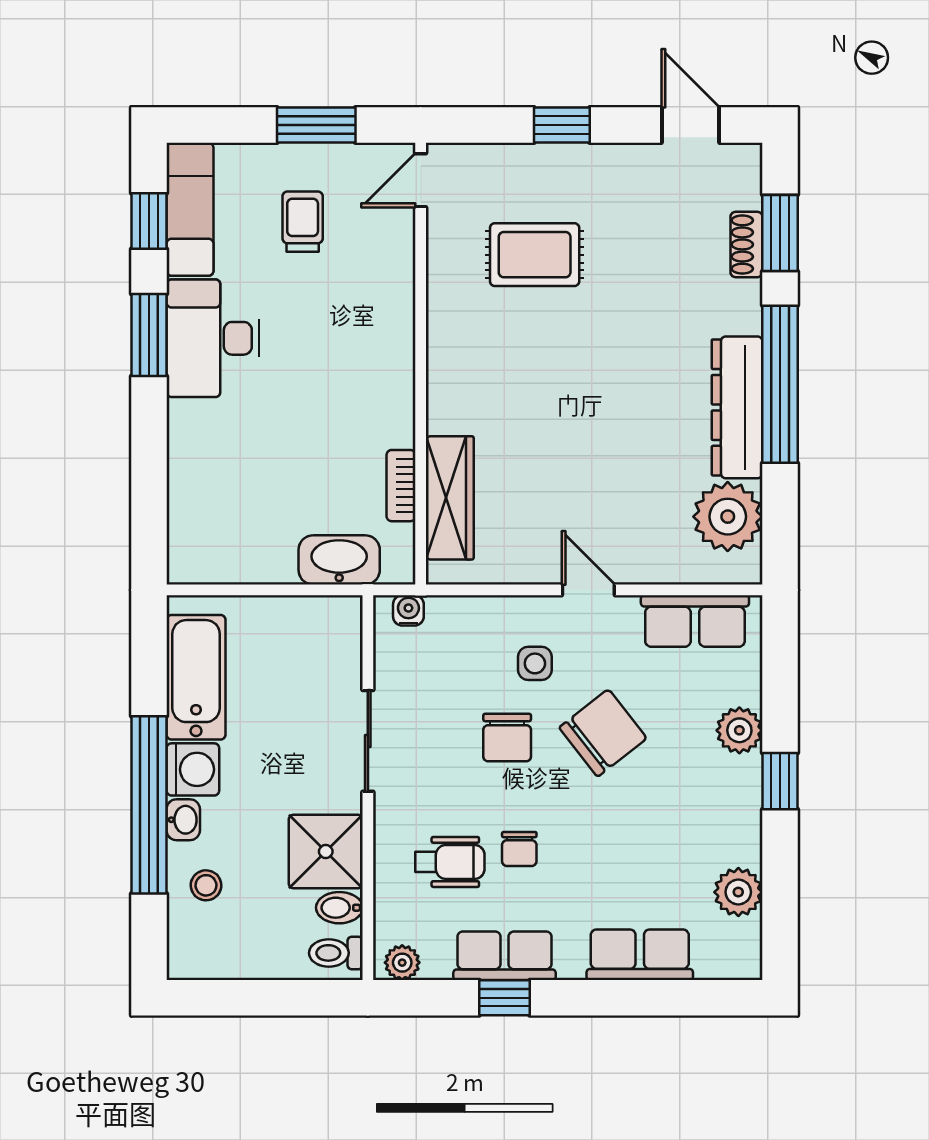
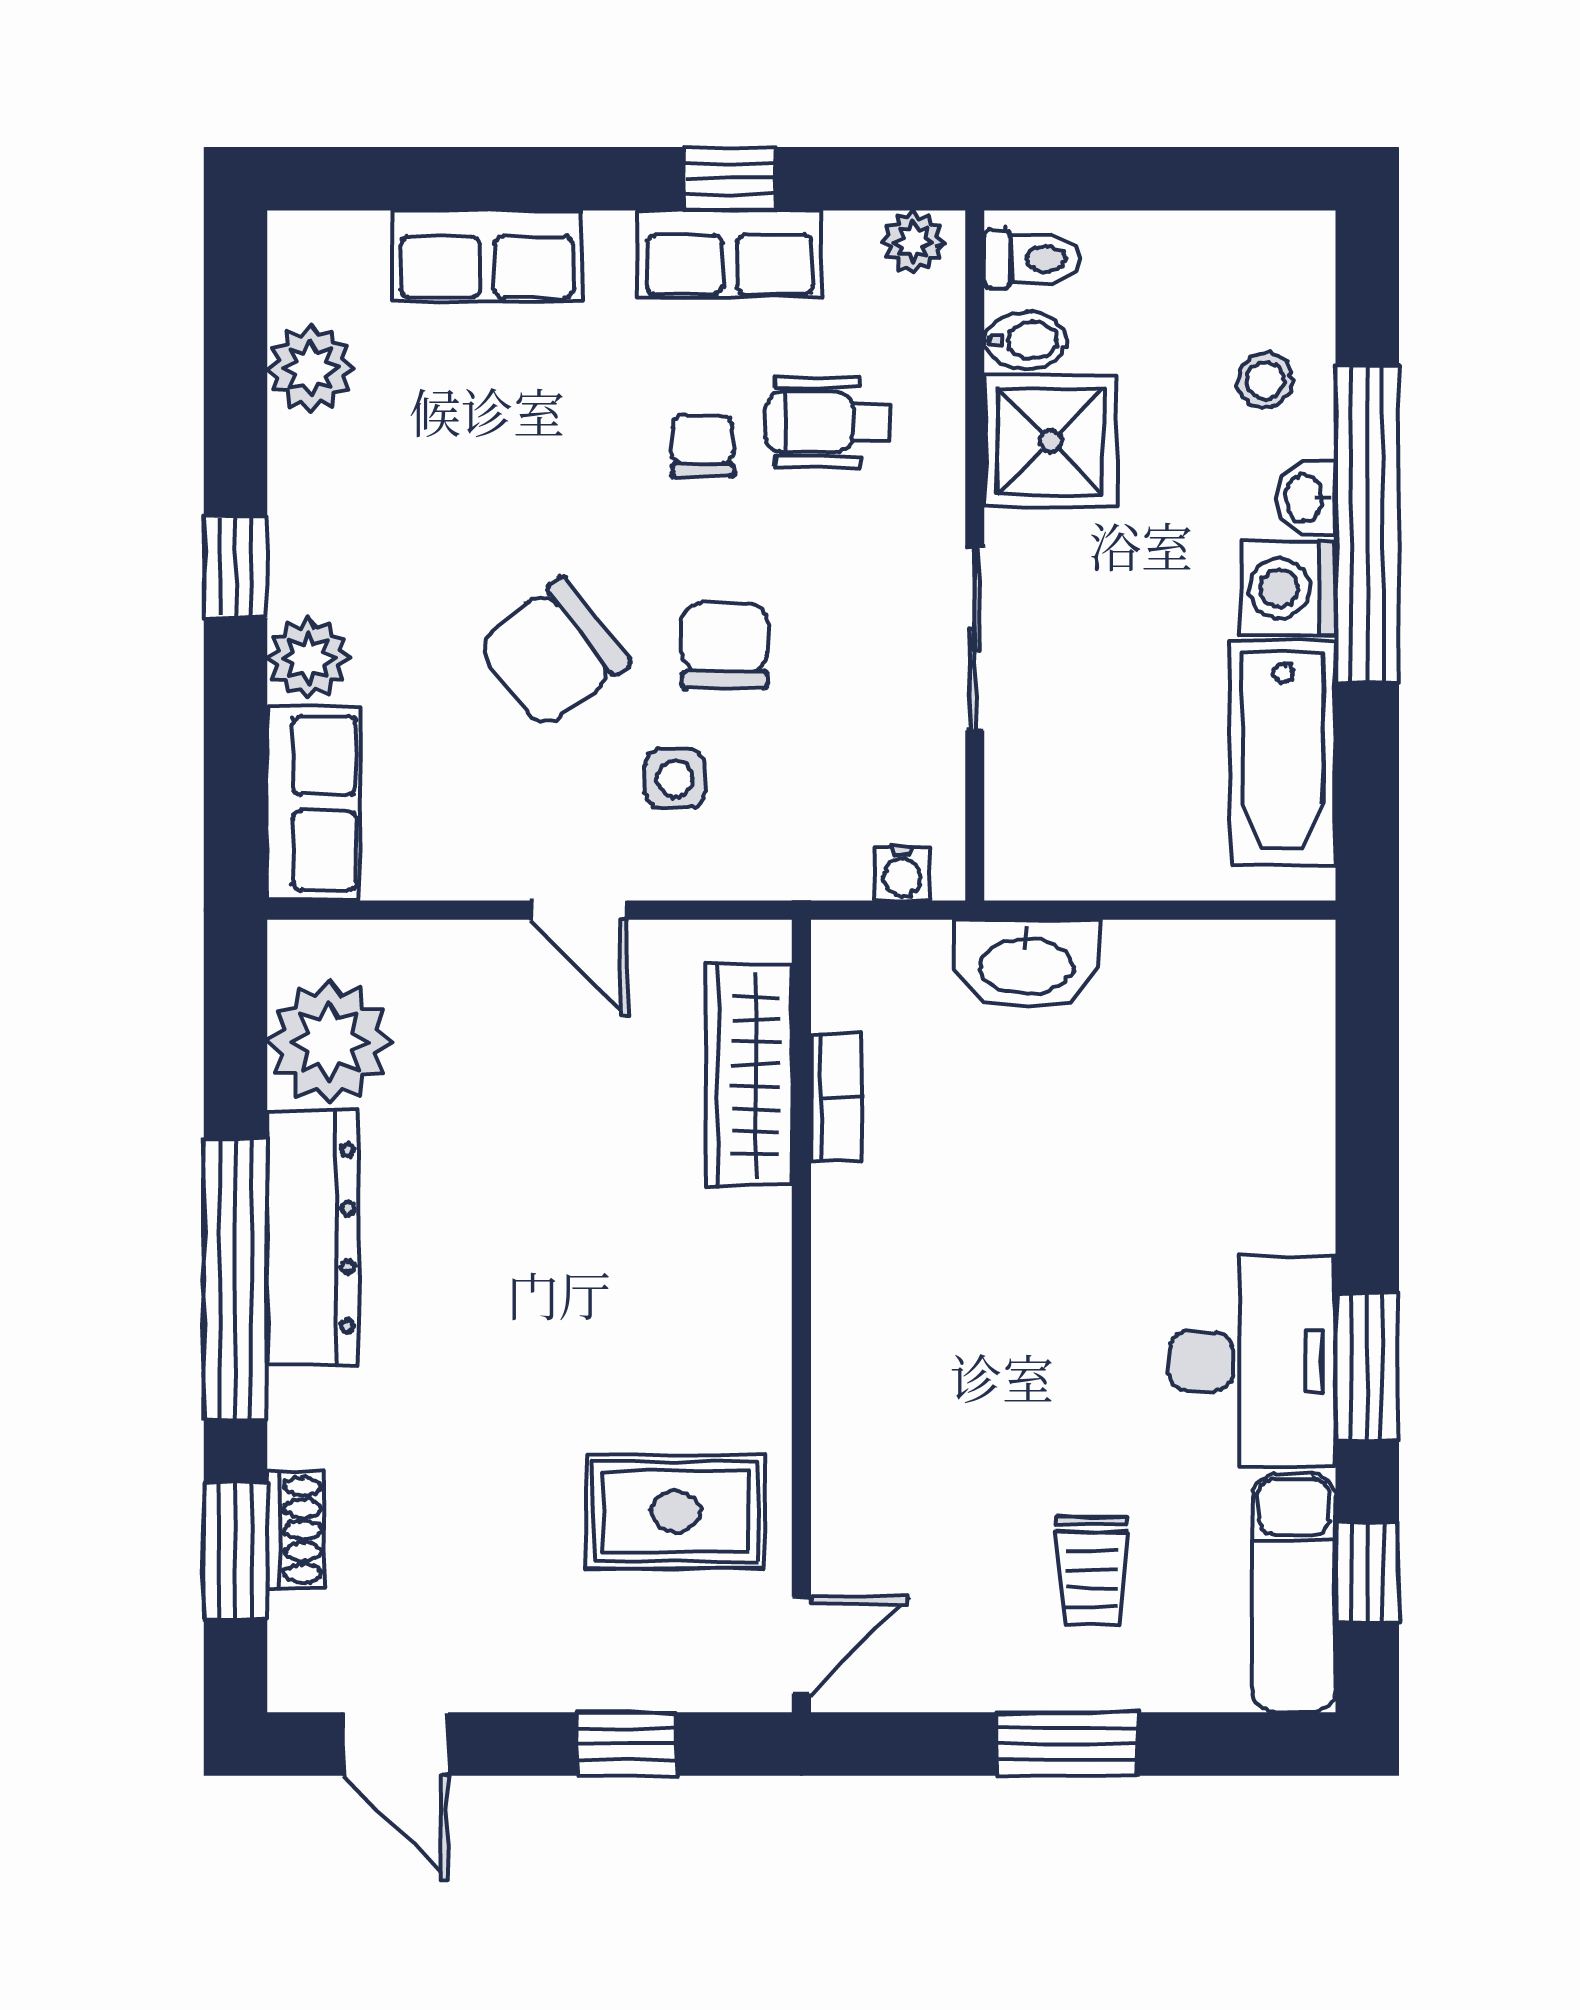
door: (421, 180) -> (801, 1645), moved
wall: (421, 364) -> (801, 1316), moved
bookcase: (401, 486) -> (836, 1097), moved
wardrobe: (450, 498) -> (749, 1075), moved
row of seats: (695, 621) -> (313, 803), moved, turned 90

